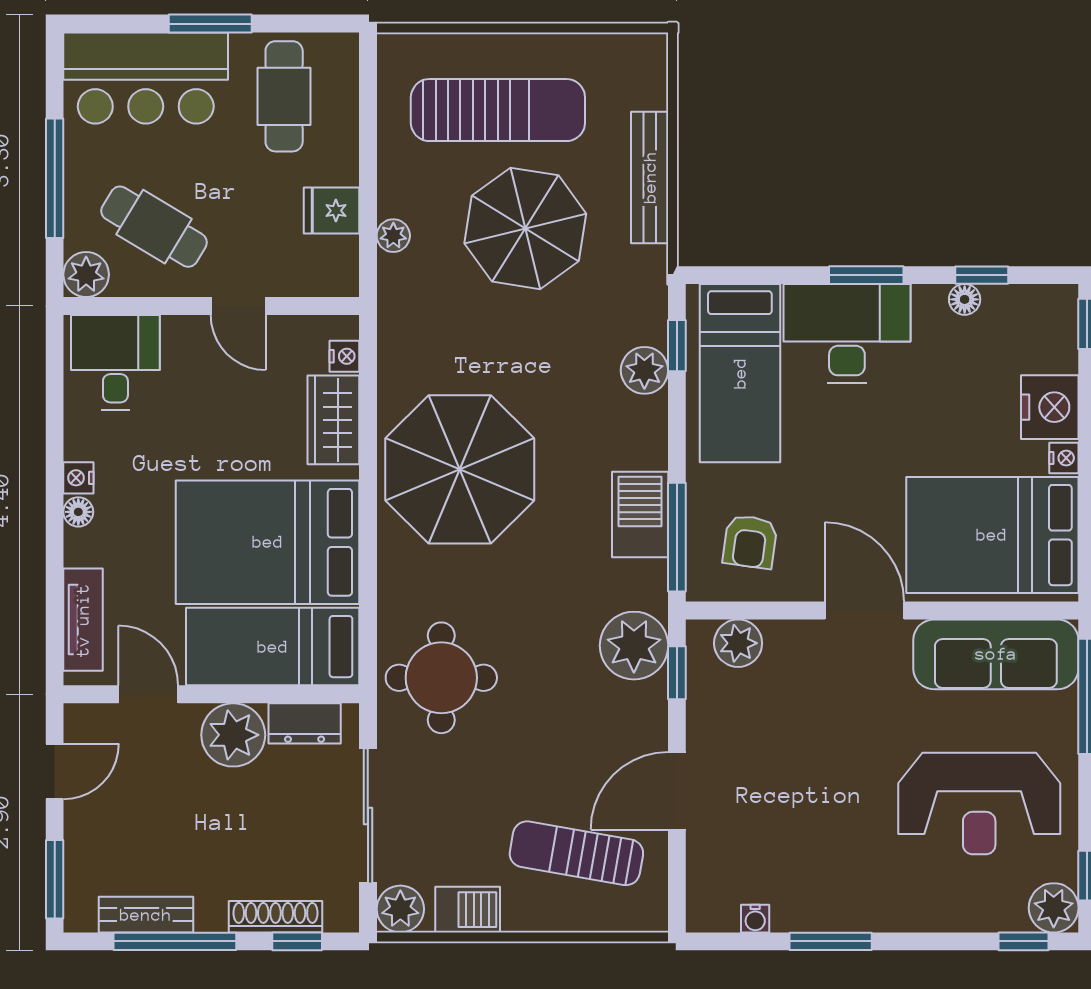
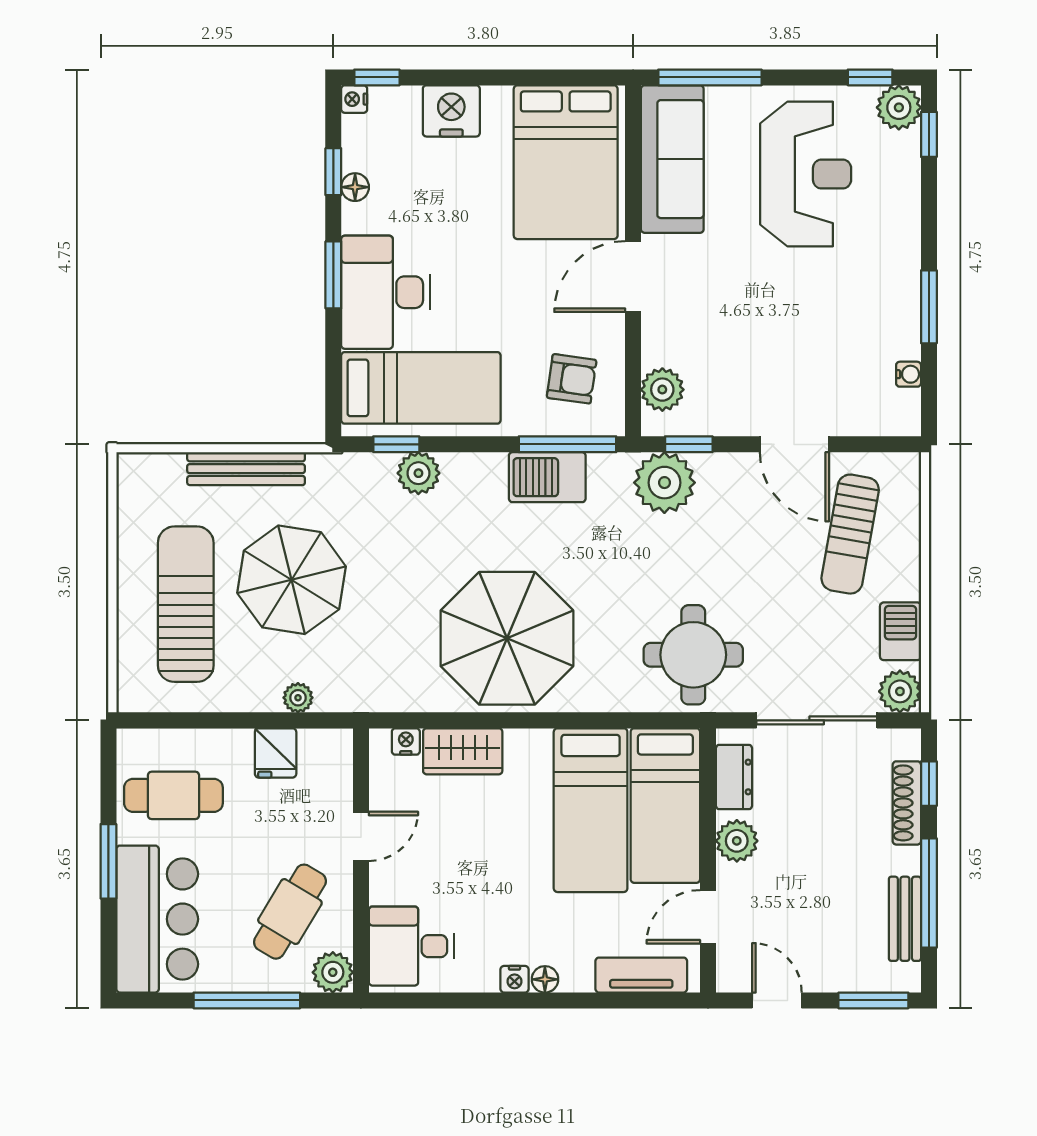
nightstand: (1064, 458) -> (354, 99), moved, turned -90
bed: (268, 542) -> (591, 810), width x0.67
plant: (233, 735) -> (737, 841), width x0.73, depth x0.73

